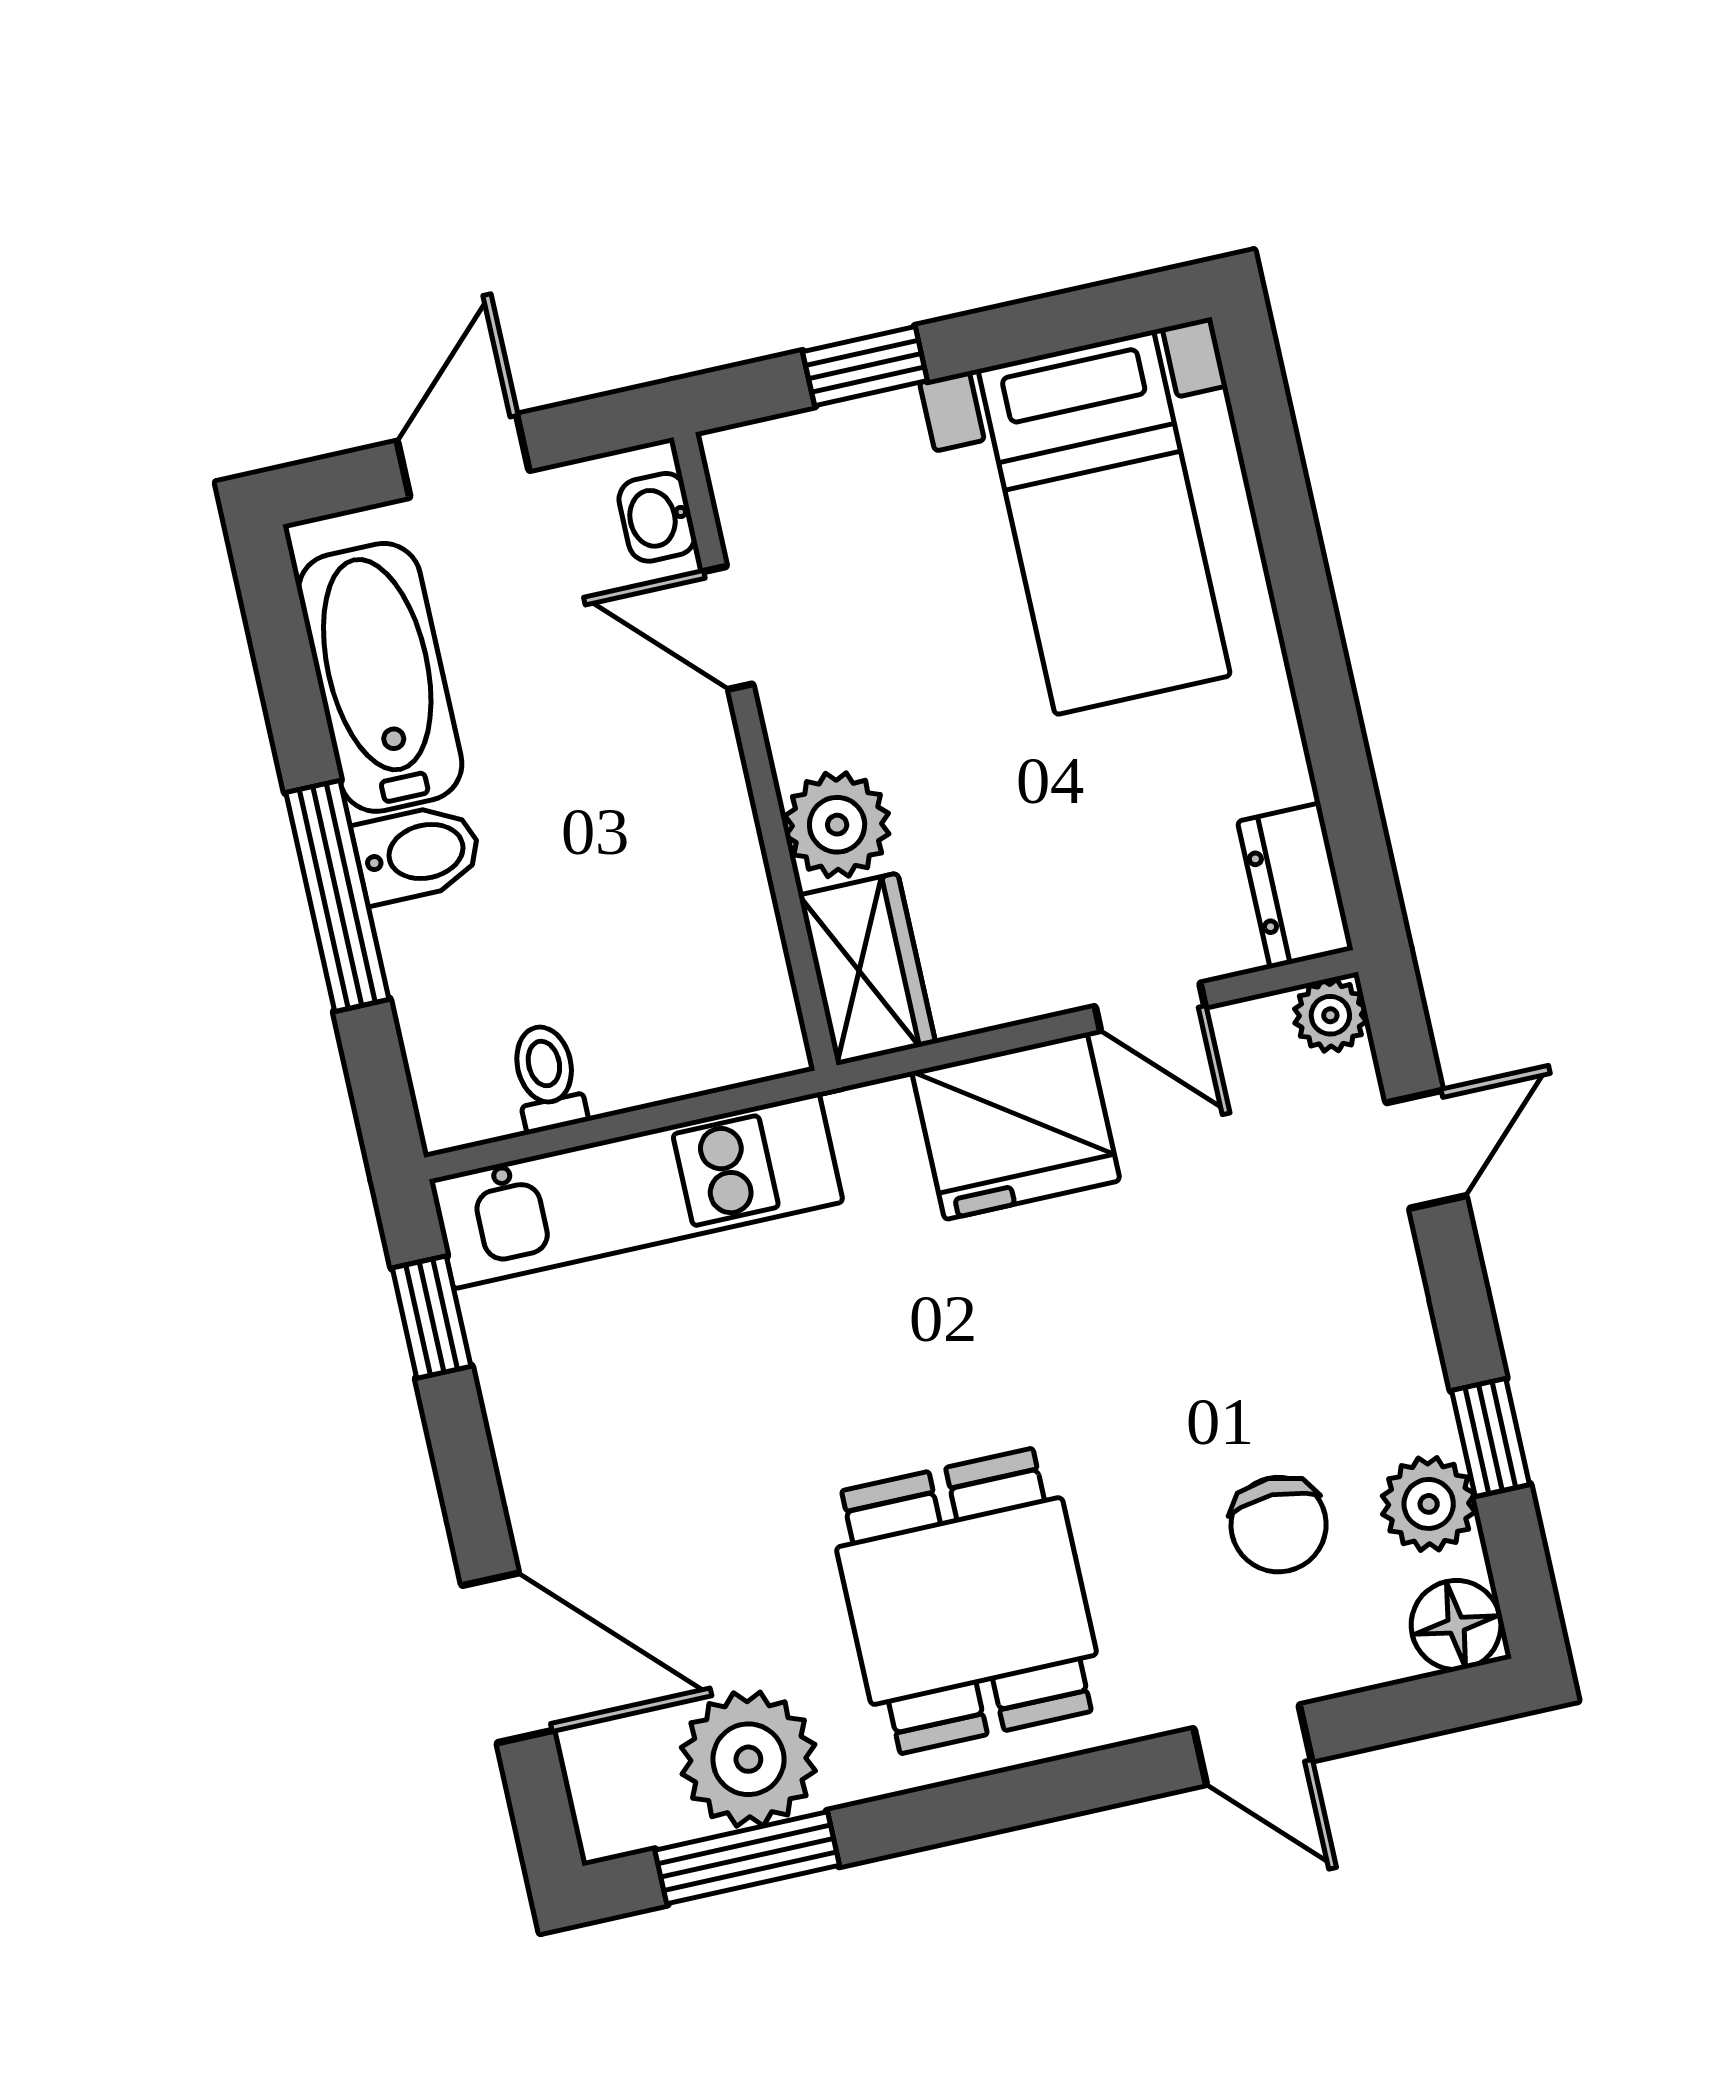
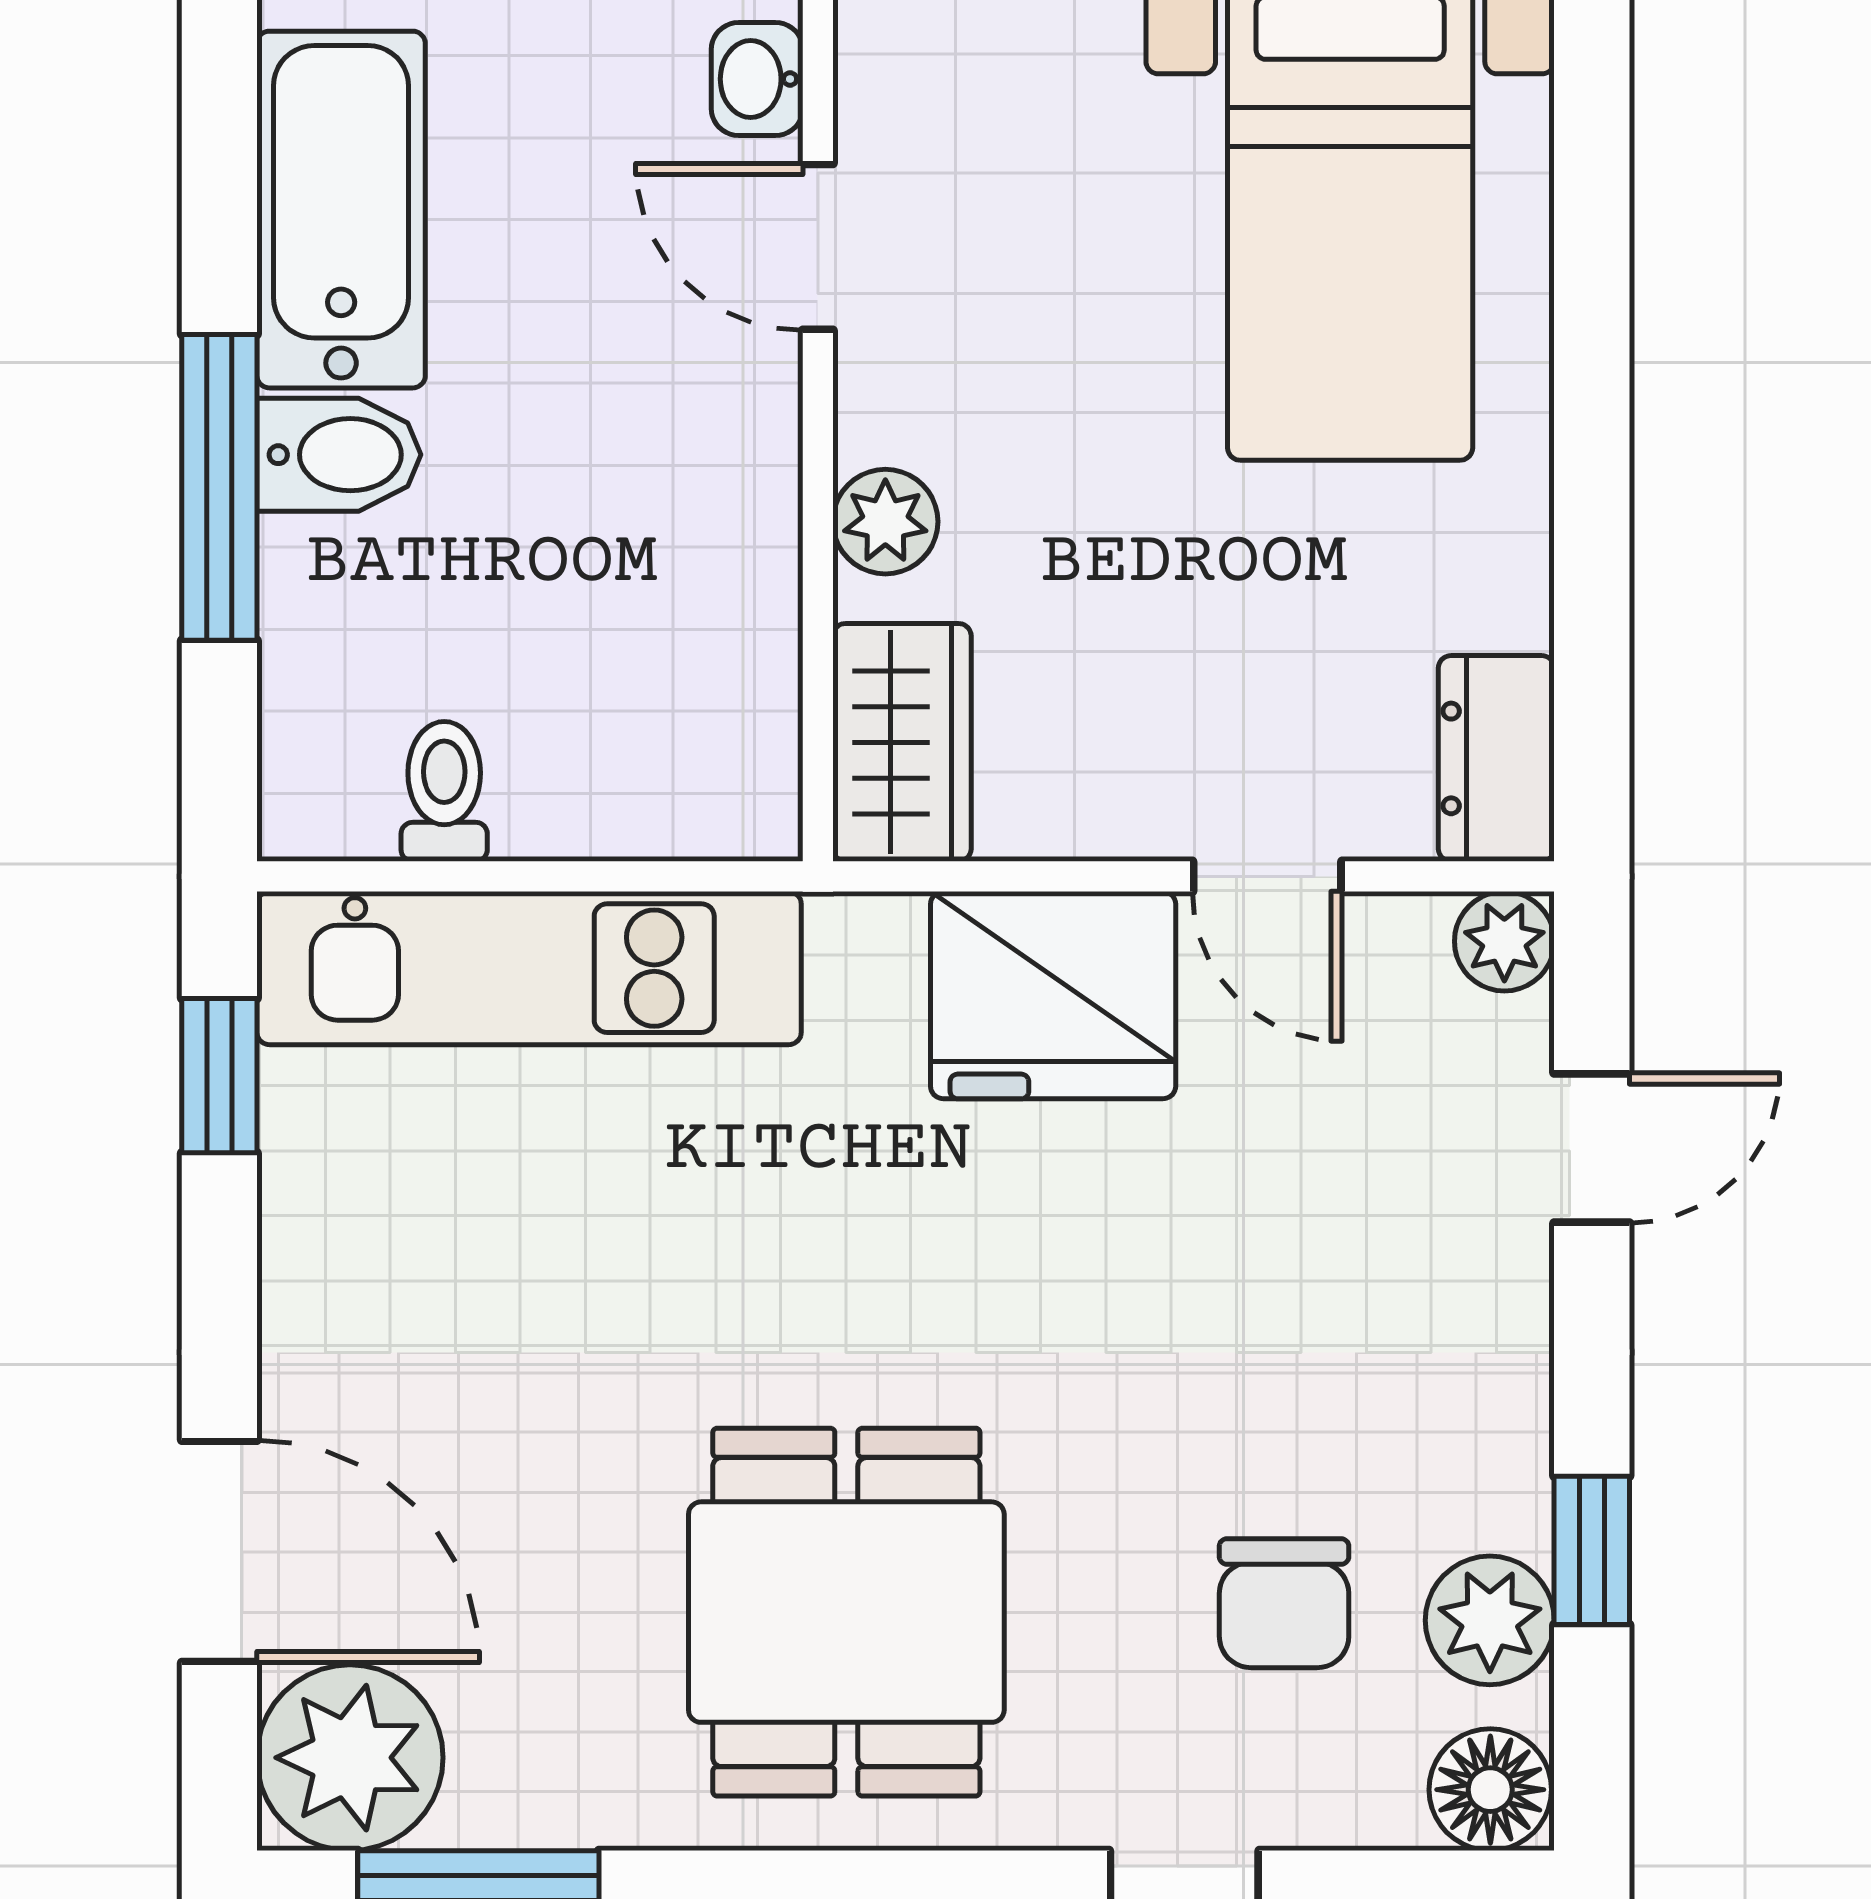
plant: (837, 825) -> (885, 522), width x0.73, depth x0.73
plant: (748, 1759) -> (350, 1758), moved

